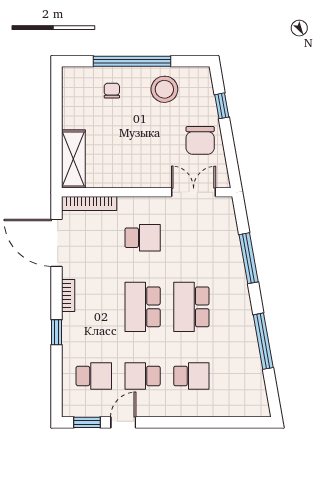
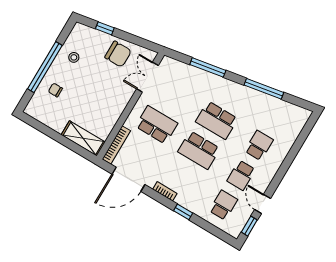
stool: (164, 89) -> (74, 57), width x0.53, depth x0.53
school desk: (143, 238) -> (157, 125), width x1.85

